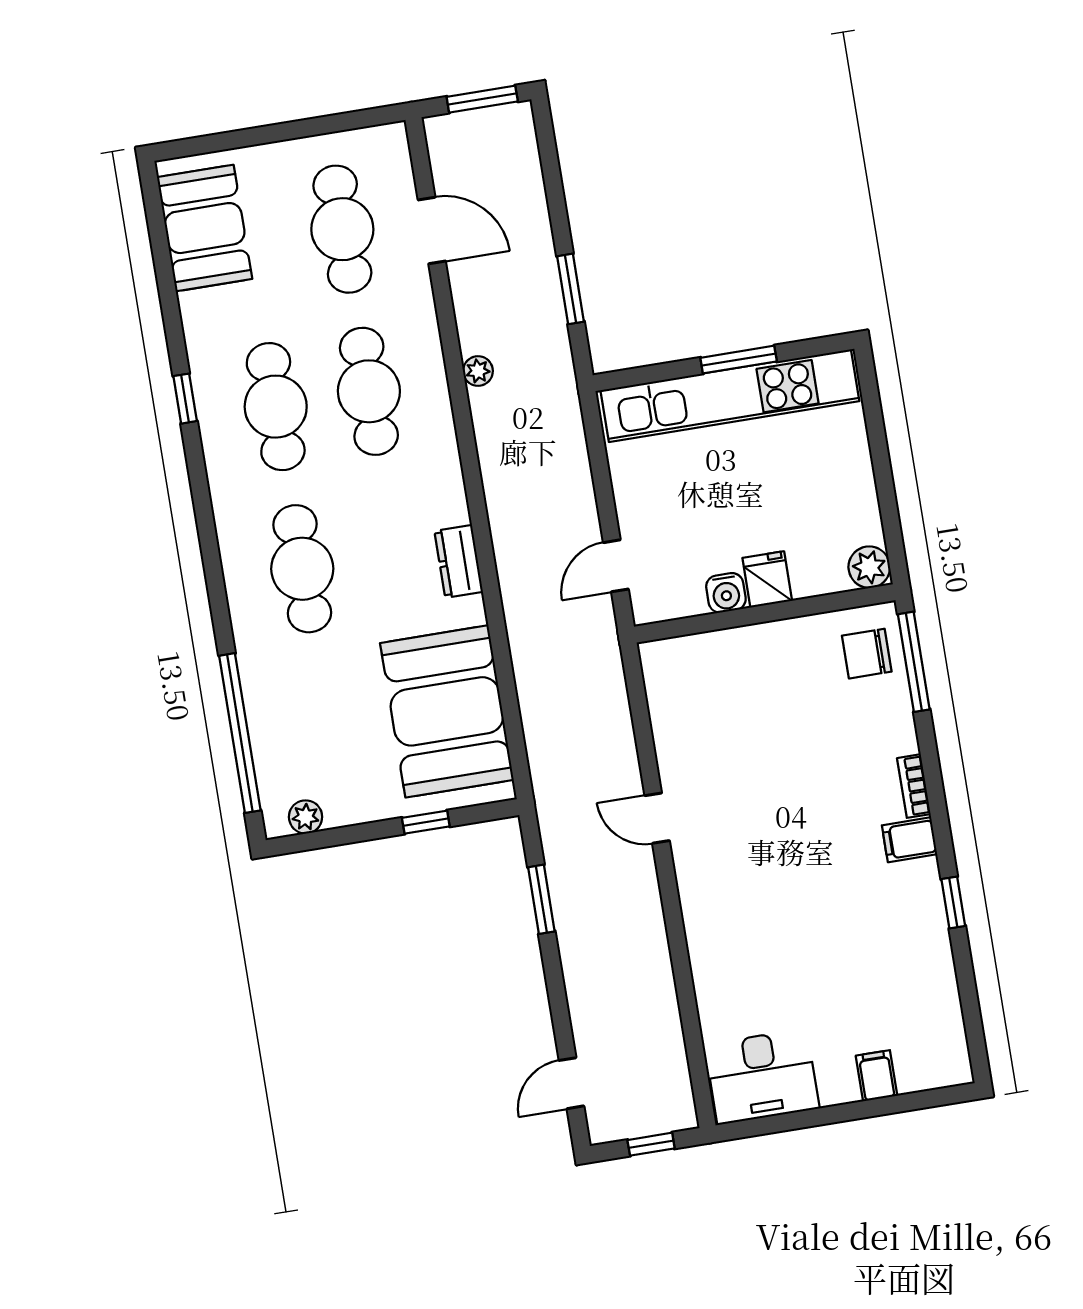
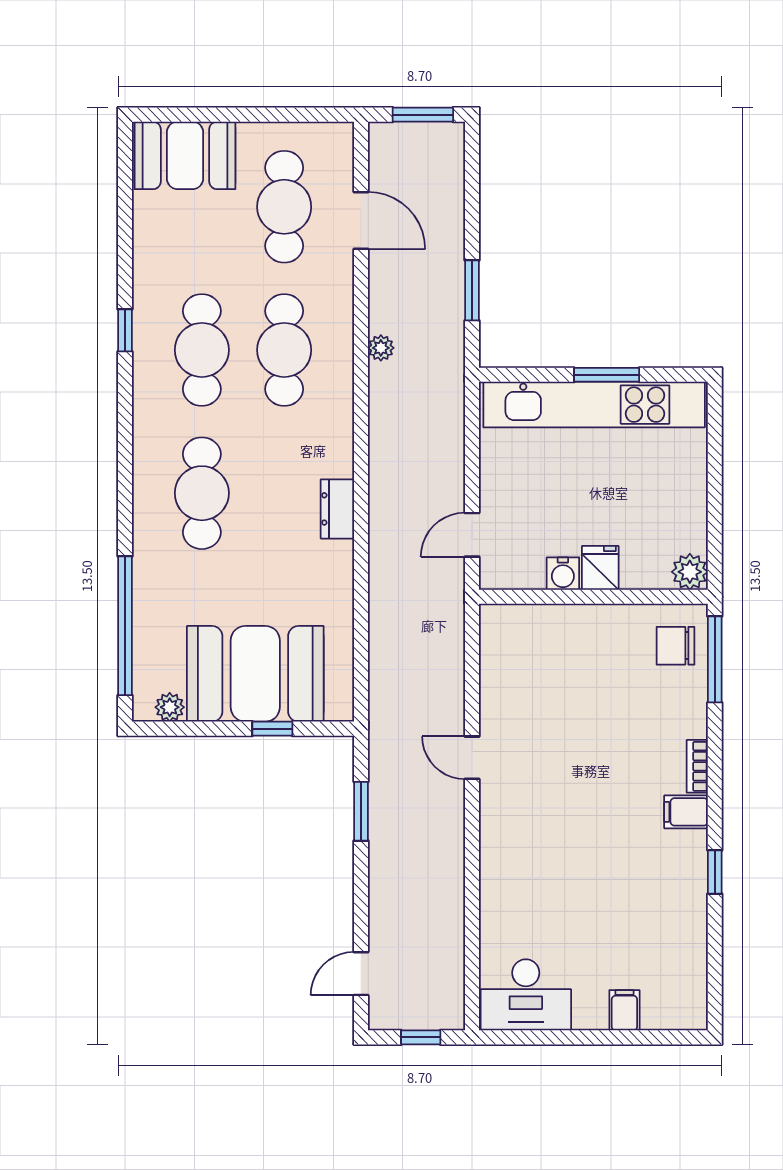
booth: (205, 228) -> (185, 155), moved, turned 90
booth: (447, 711) -> (255, 674), moved, turned 90

